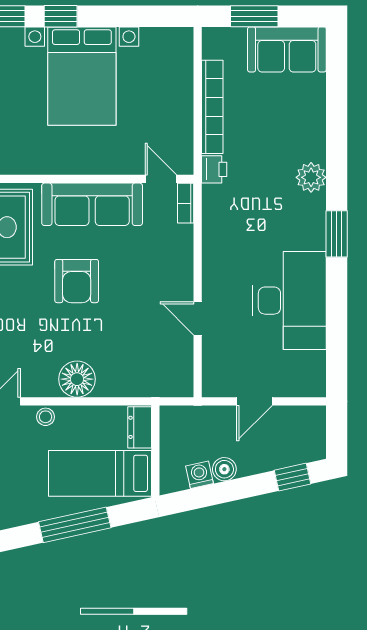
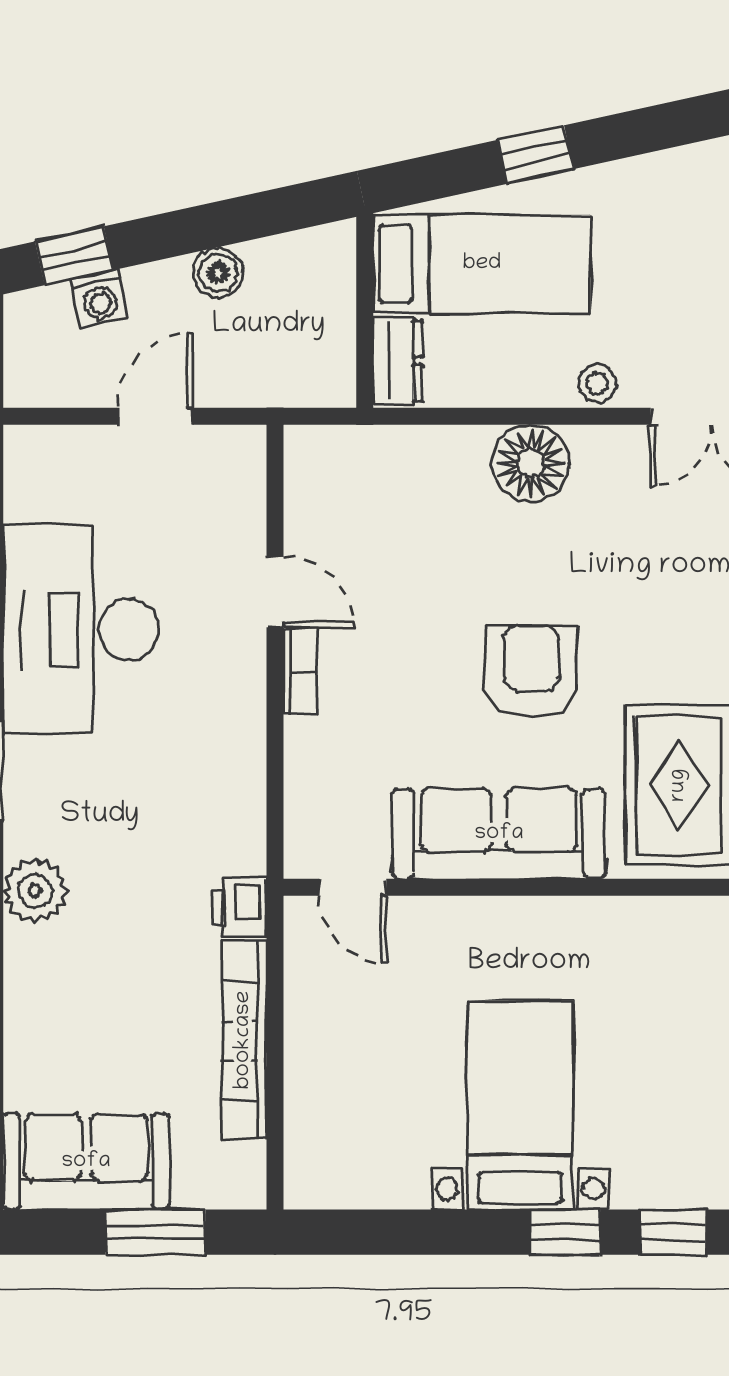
bed with nightstands: (82, 76) -> (520, 1105), width x0.73
bookcase: (186, 203) -> (300, 671), moved
washing machine: (199, 475) -> (99, 299), moved
window: (75, 525) -> (535, 155), width x0.46

